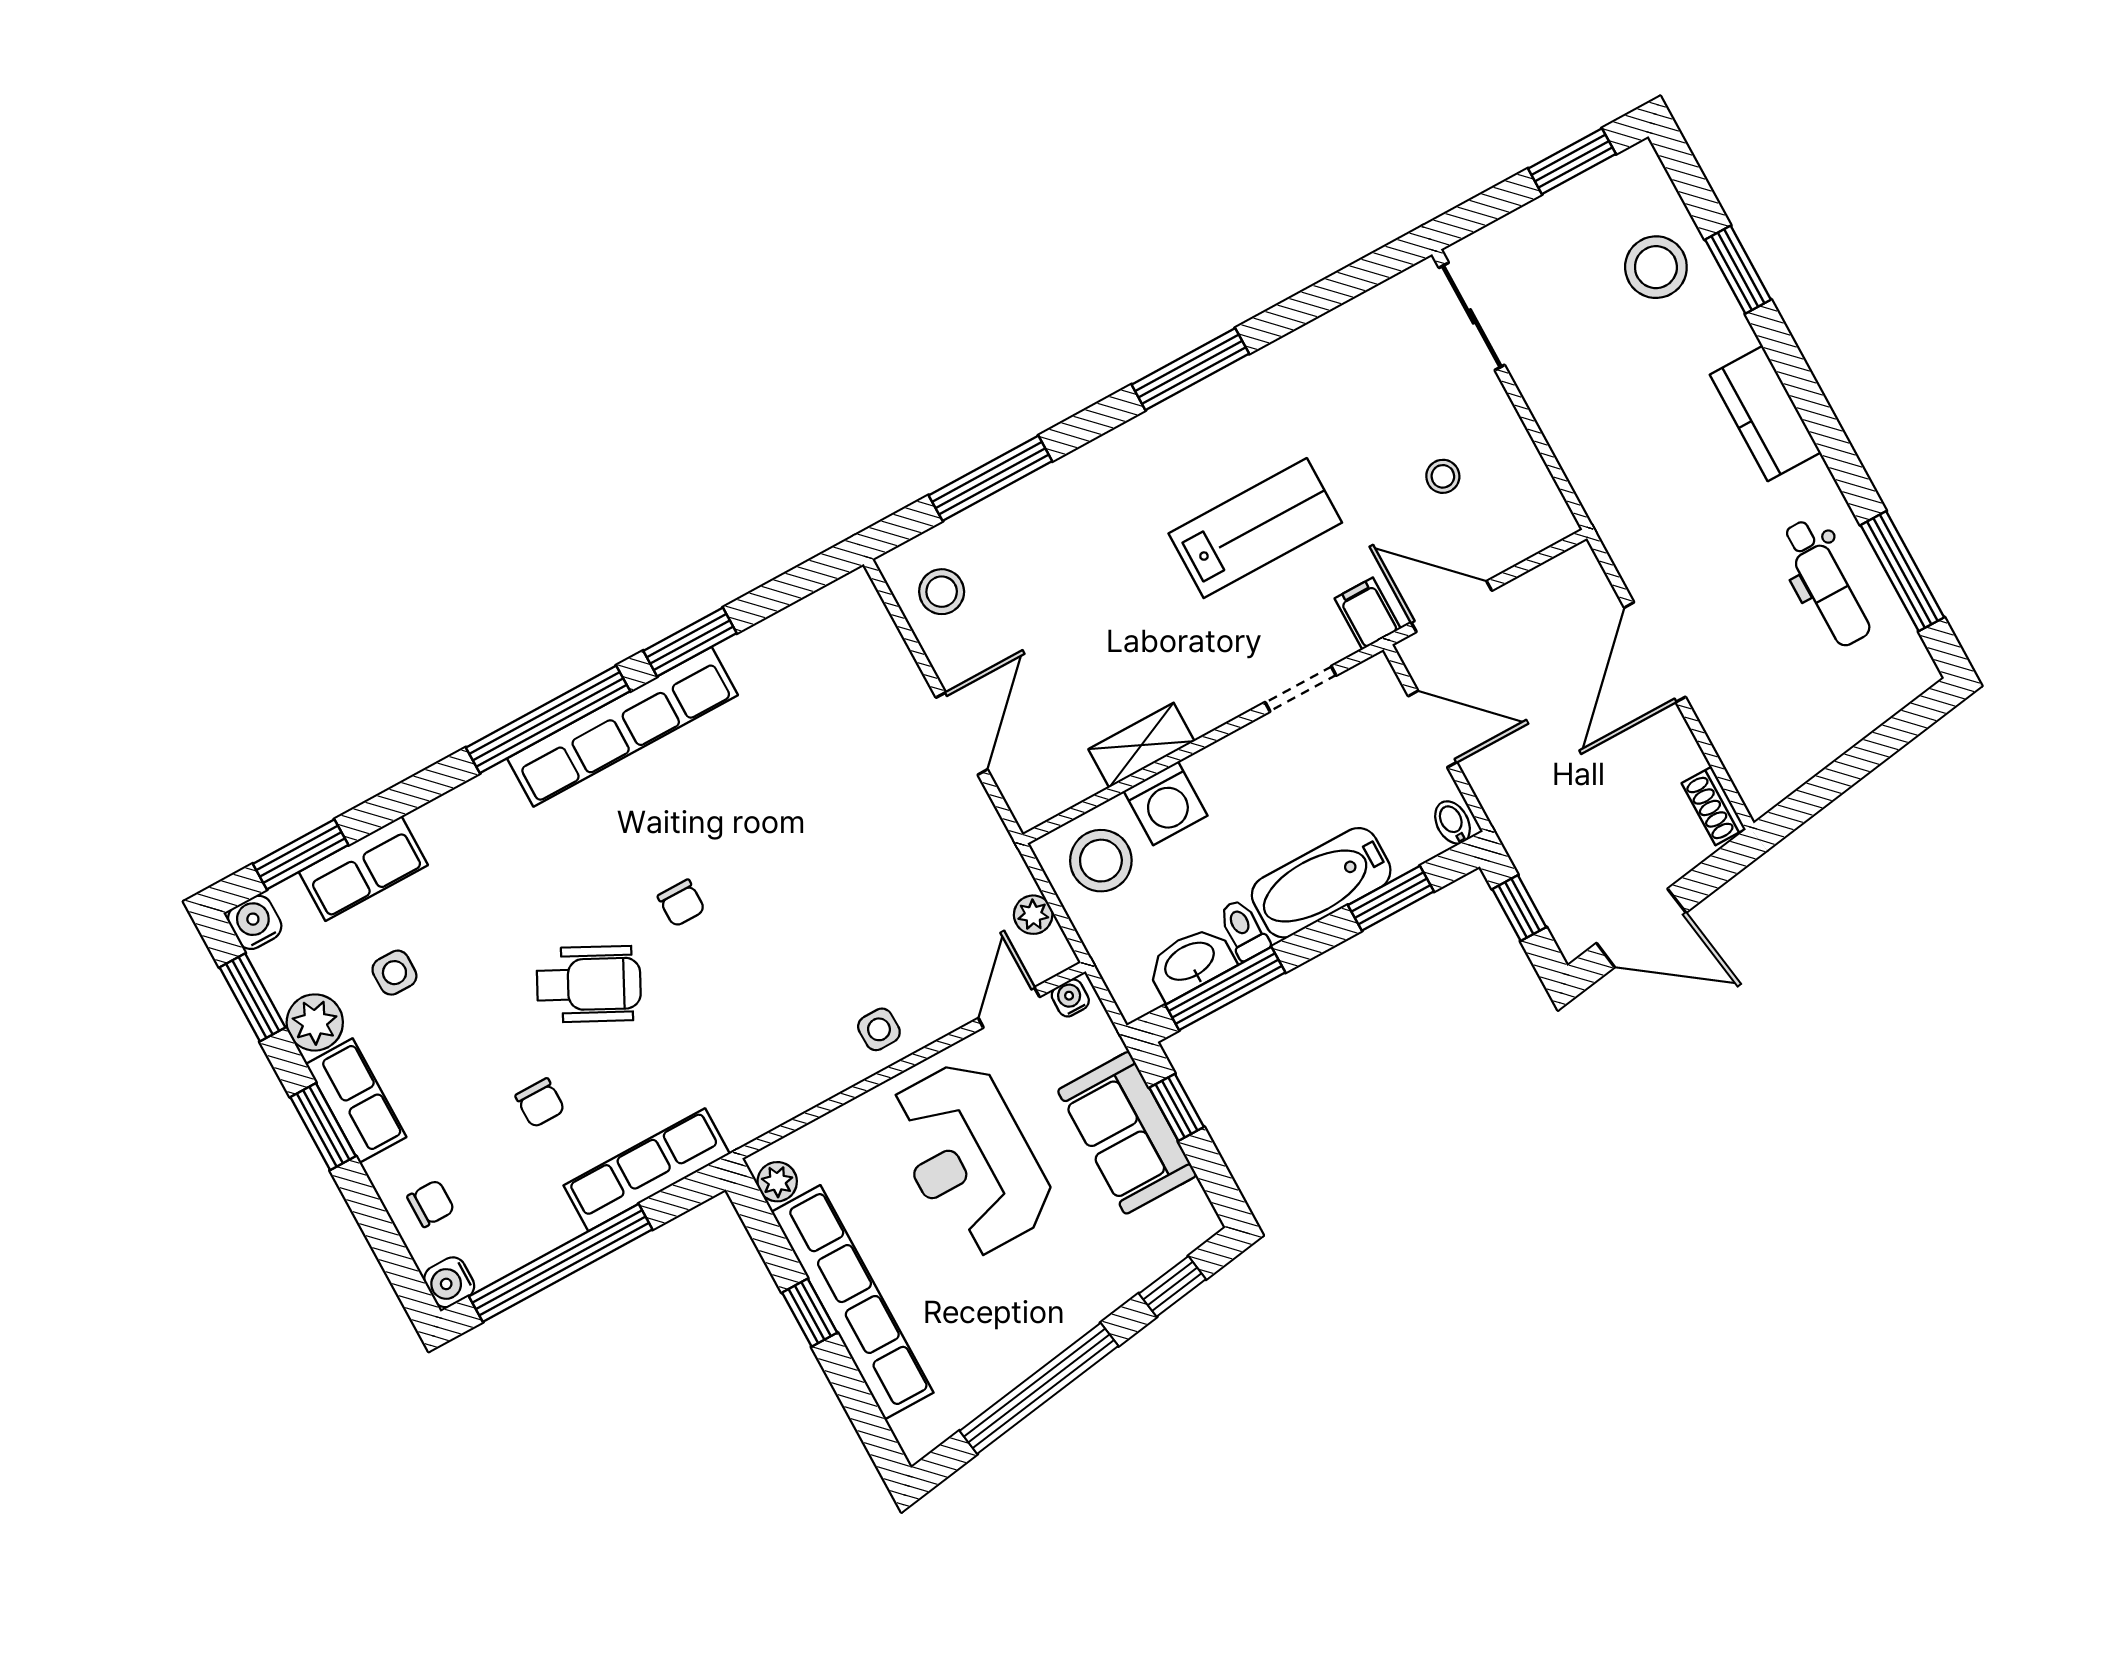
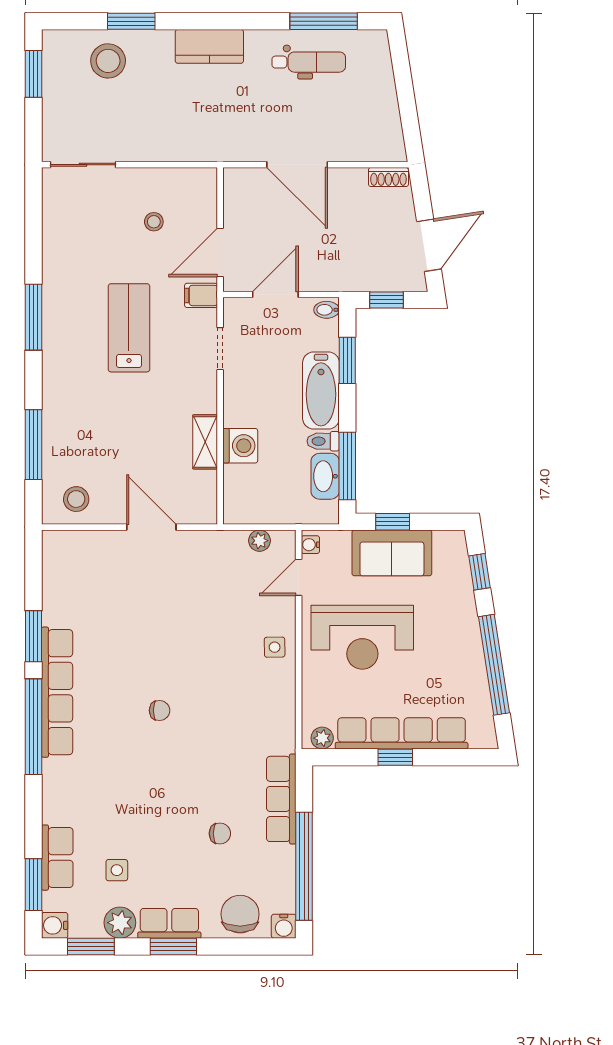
stool: (1101, 861) -> (251, 493), removed
wheelchair: (589, 984) -> (175, 778), removed
door: (1009, 1007) -> (299, 577), hinge flipped
chair: (431, 1203) -> (240, 914), width x1.87, depth x1.87

